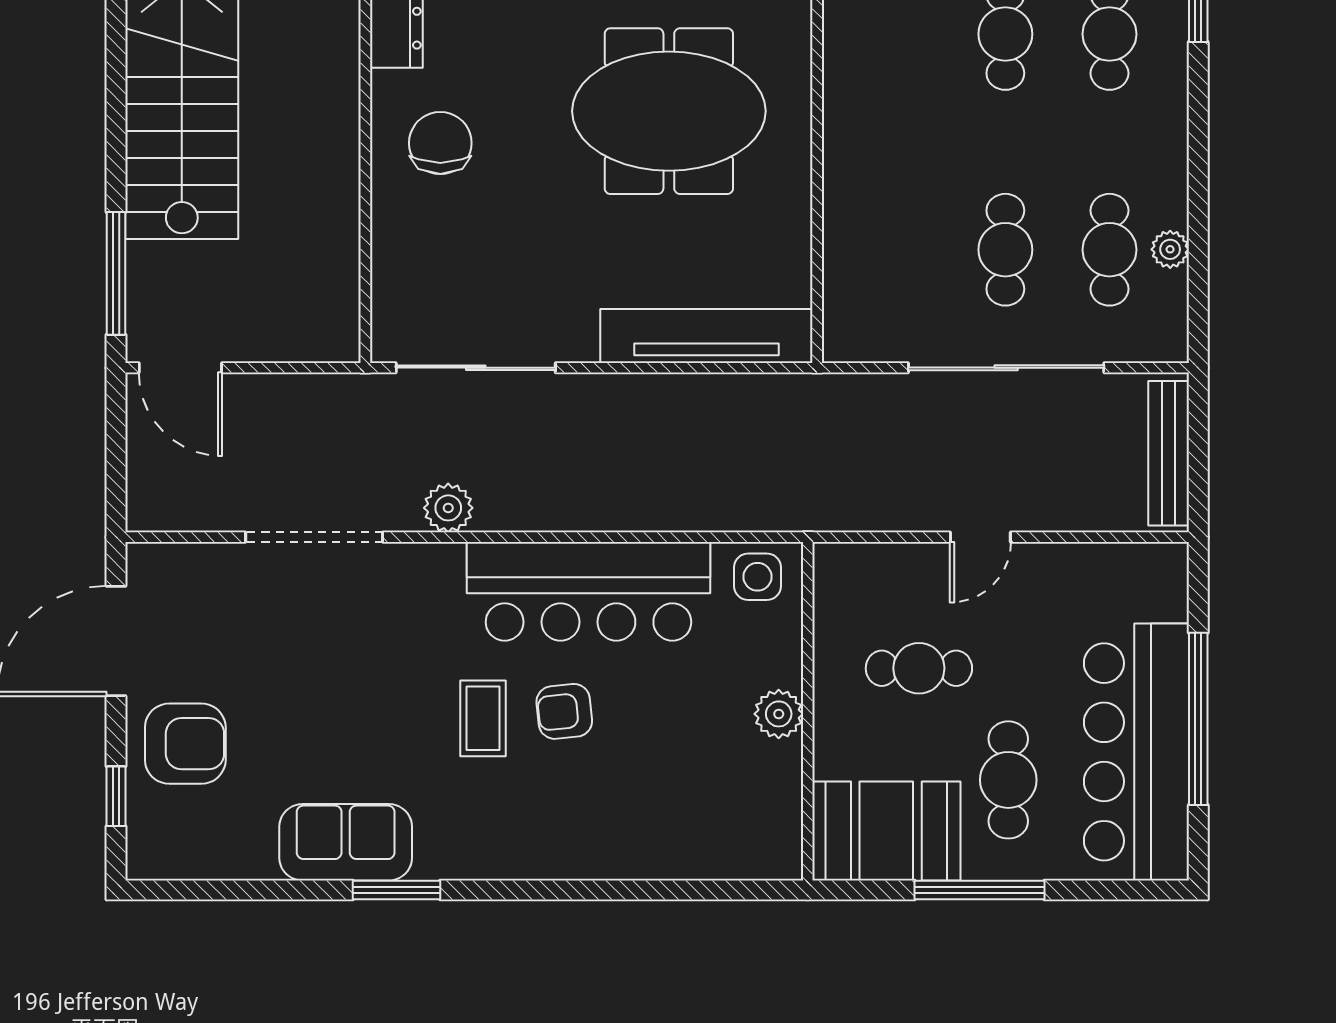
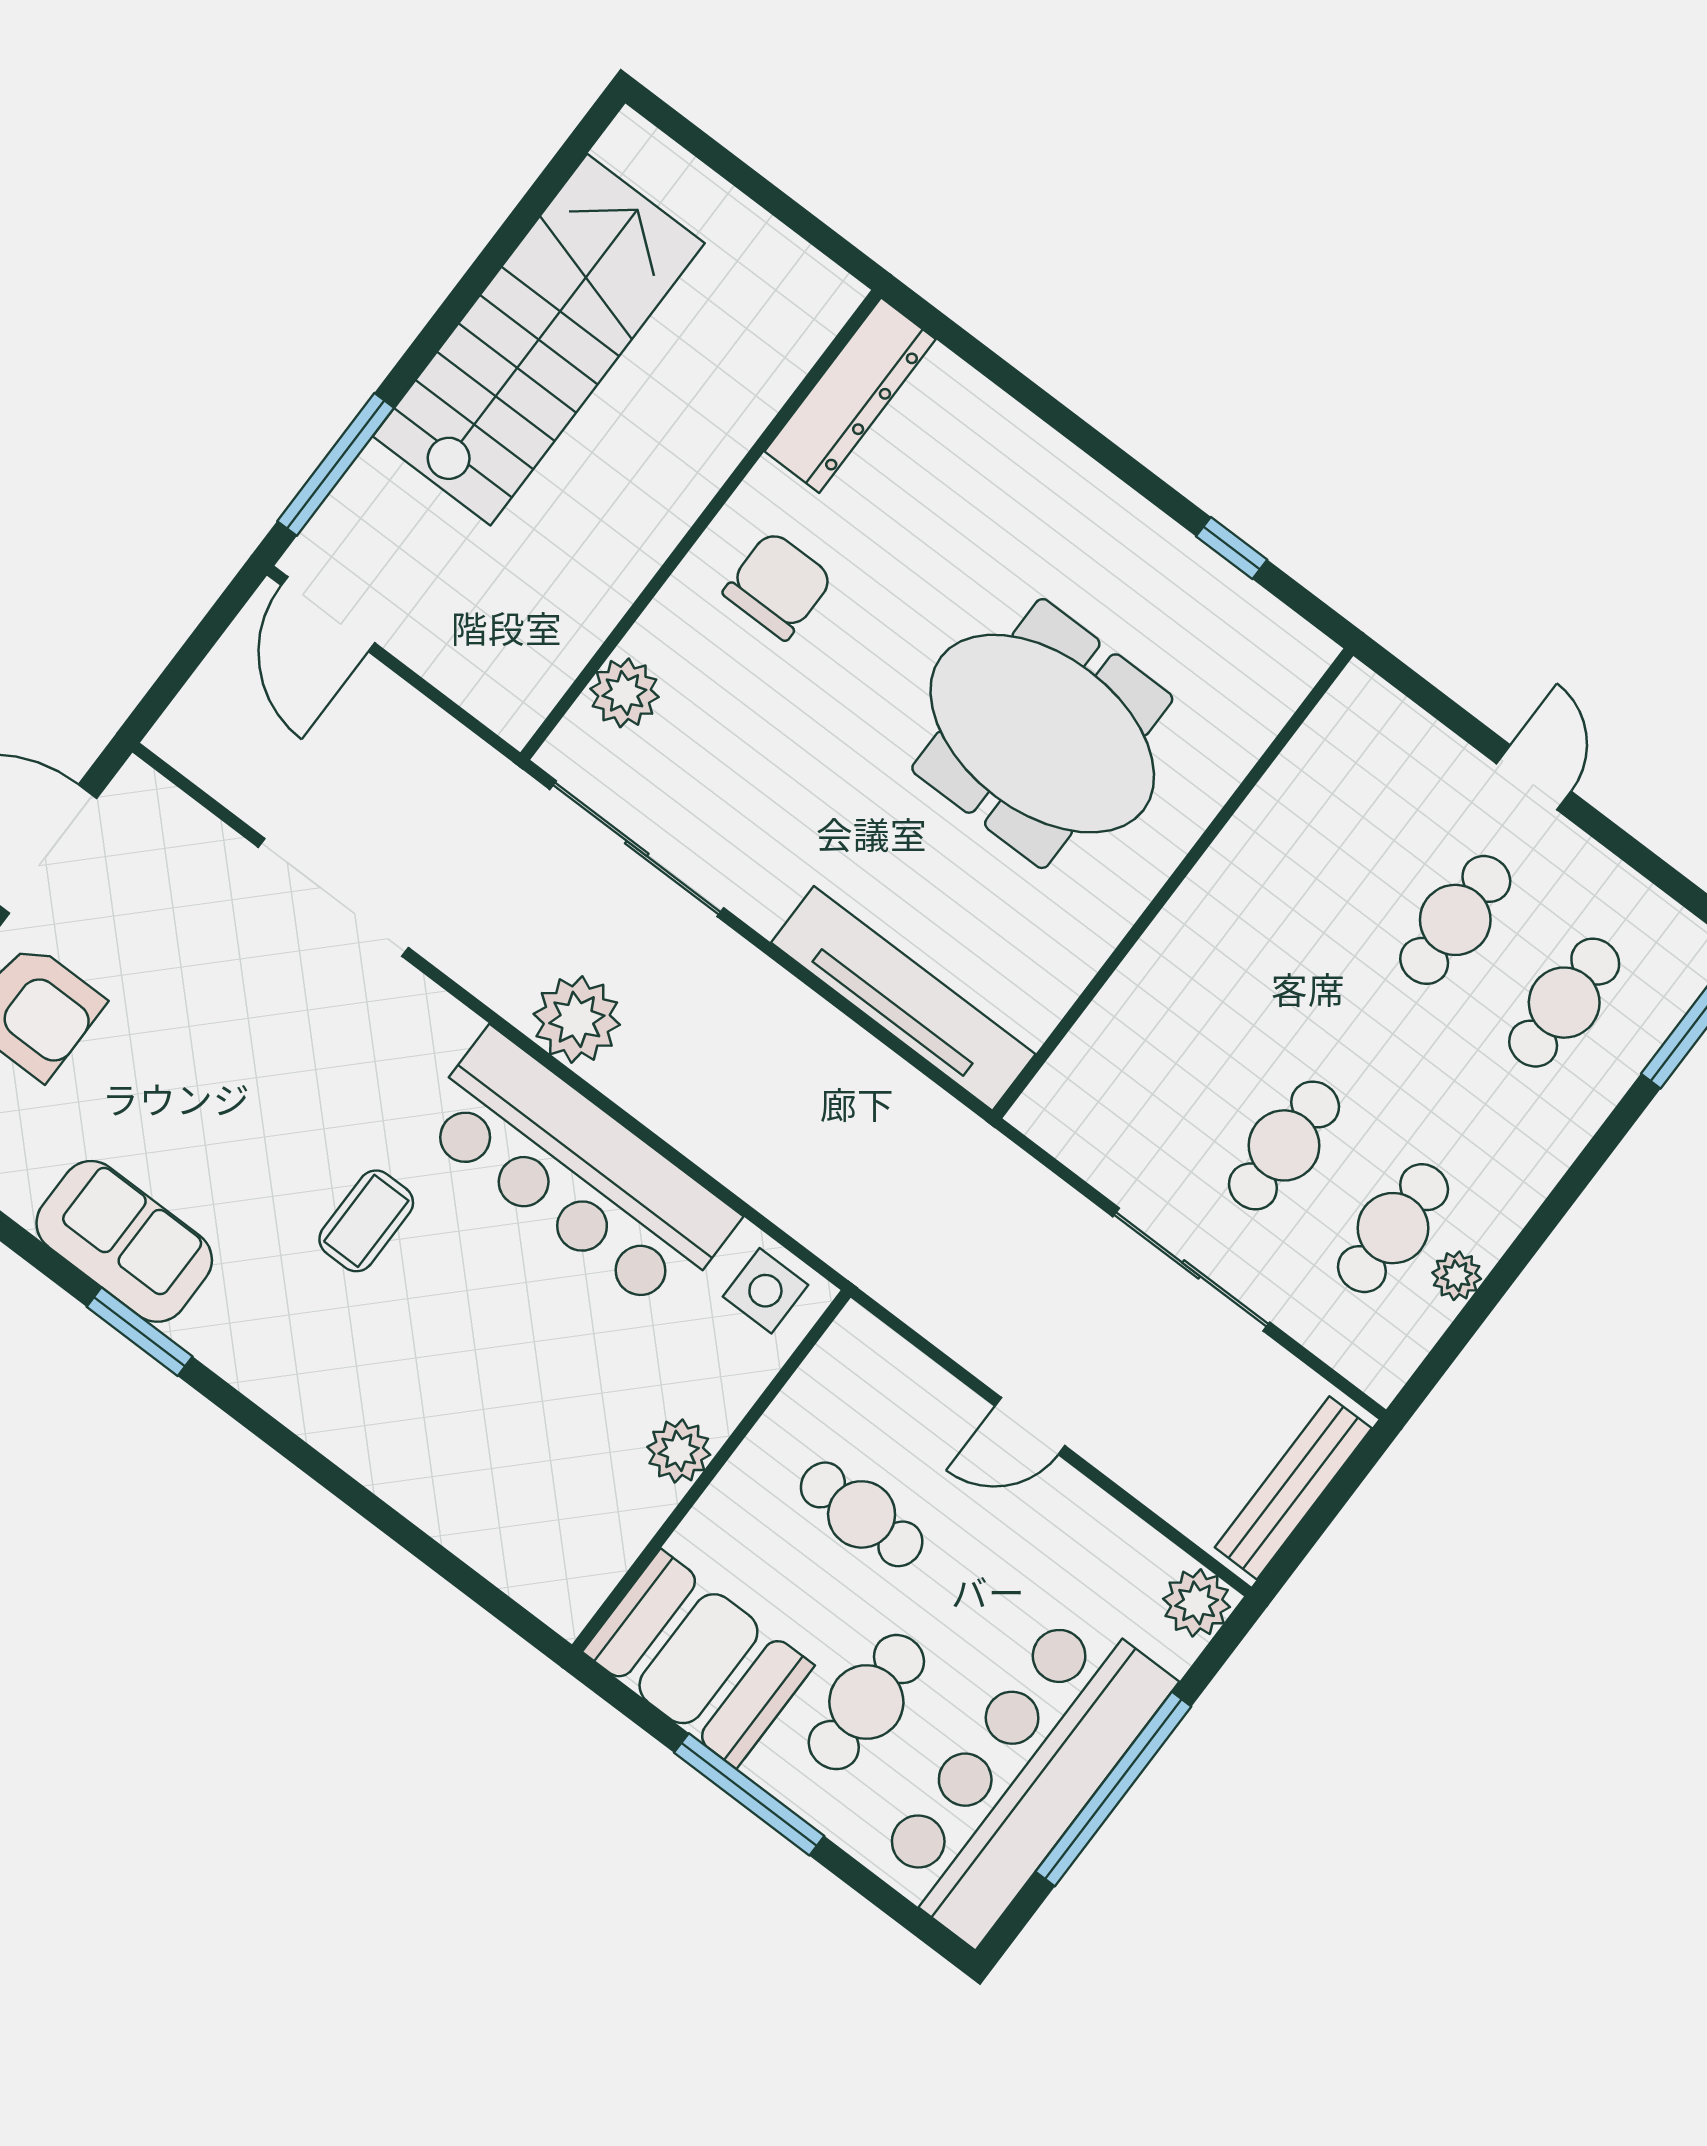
plant: (397, 279) -> (624, 693), added
sliding door: (1006, 368) -> (1191, 1269), width x0.73
plant: (448, 508) -> (577, 1019), moved, width x1.36, depth x1.36
plant: (1163, 568) -> (1197, 1603), added
armchair: (564, 711) -> (457, 1278), removed

